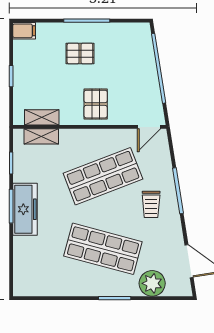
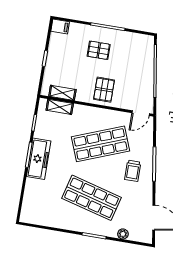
plant: (152, 283) -> (123, 234), width x0.53, depth x0.53

